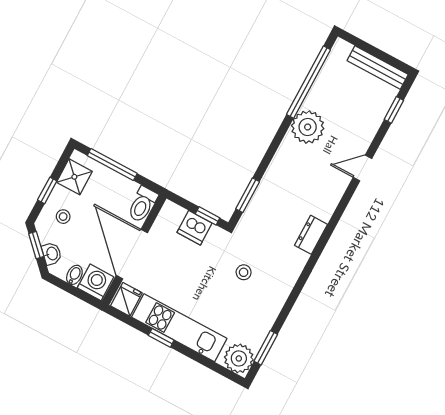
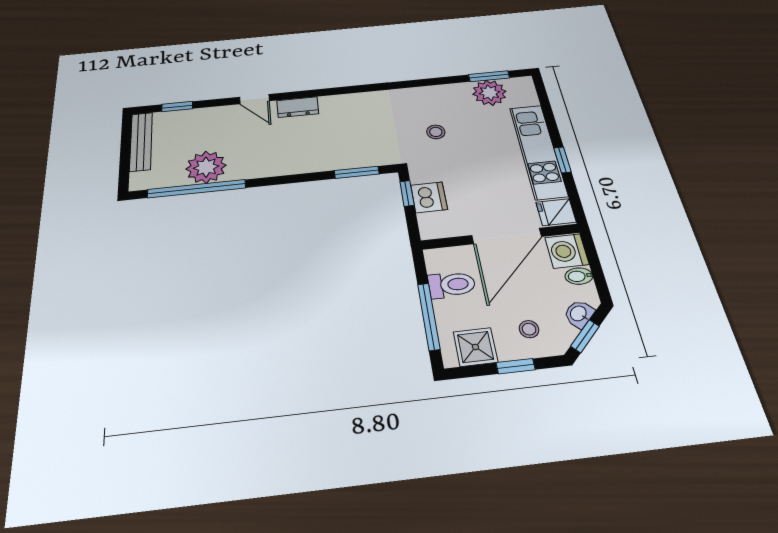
plant: (308, 127) -> (206, 167), moved
toilet: (142, 204) -> (452, 285), moved
dresser: (311, 235) -> (298, 107), moved
plant: (239, 358) -> (489, 93), moved

